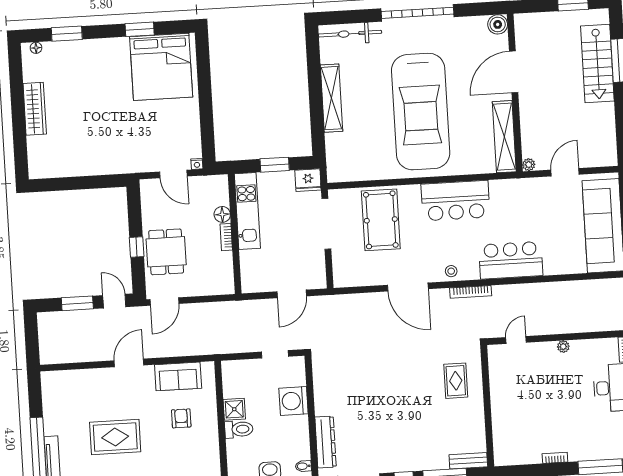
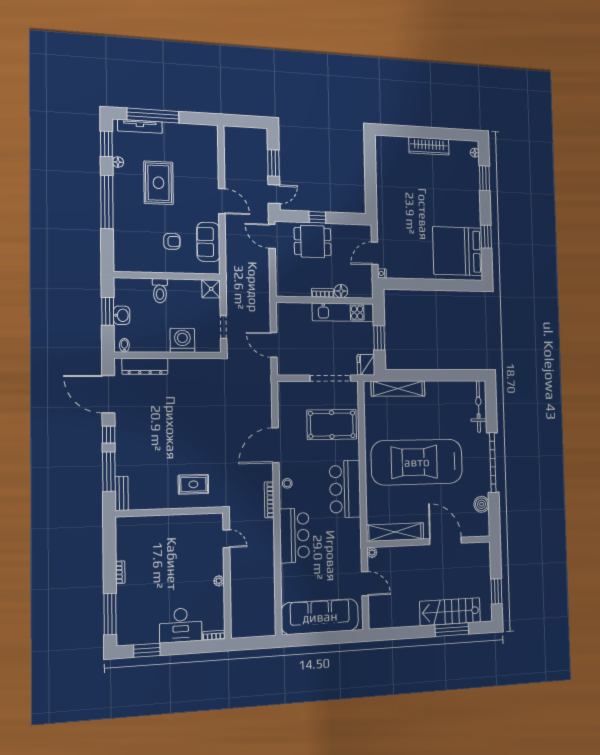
boiler: (498, 24) -> (482, 504), moved
shelving: (332, 98) -> (398, 389), moved
shower: (234, 409) -> (211, 289), moved

